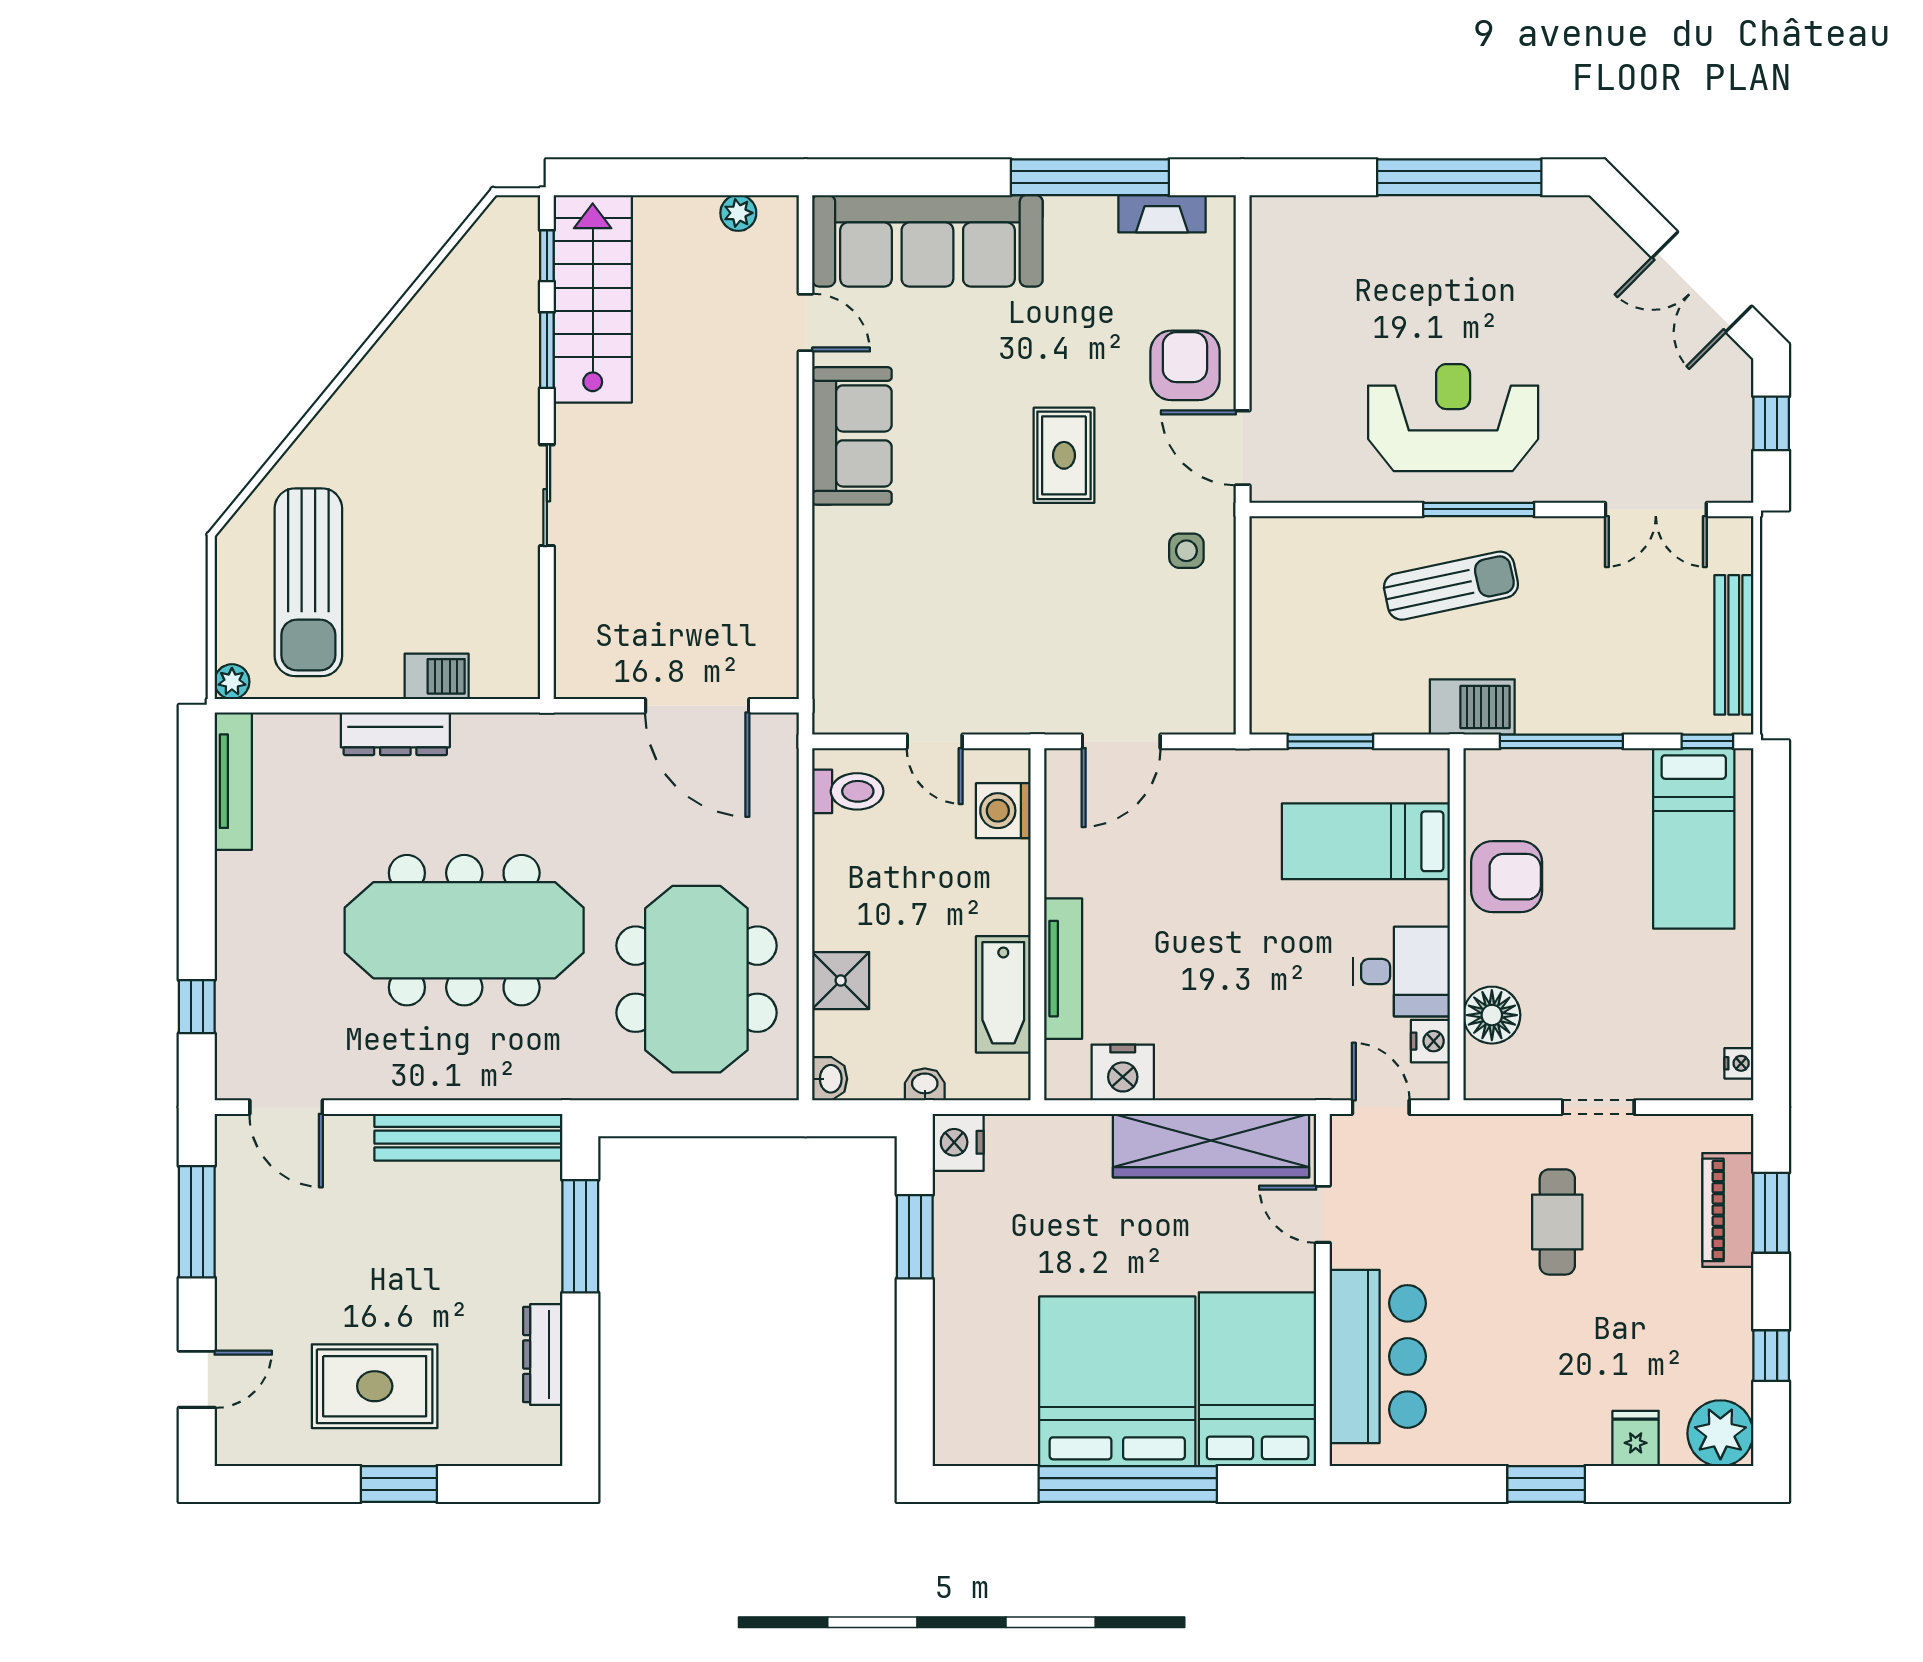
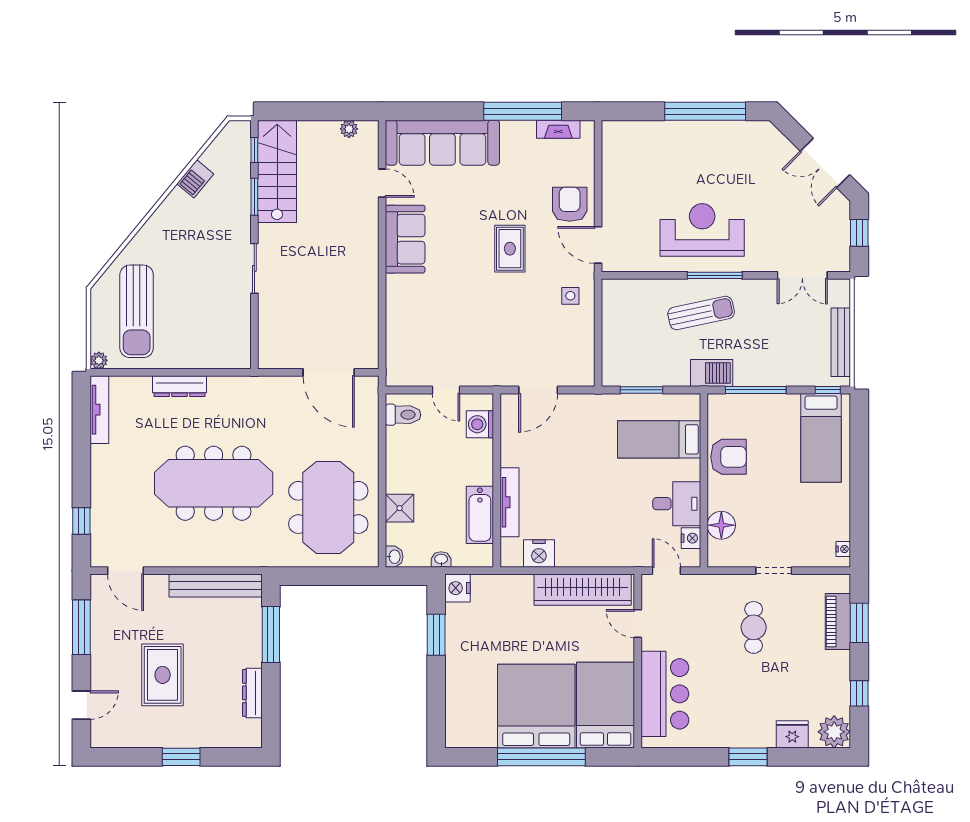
barbecue: (437, 676) -> (195, 179), moved, turned 129
rug: (375, 1386) -> (163, 675), moved, turned 90
fridge: (1636, 1439) -> (792, 734), width x1.38

